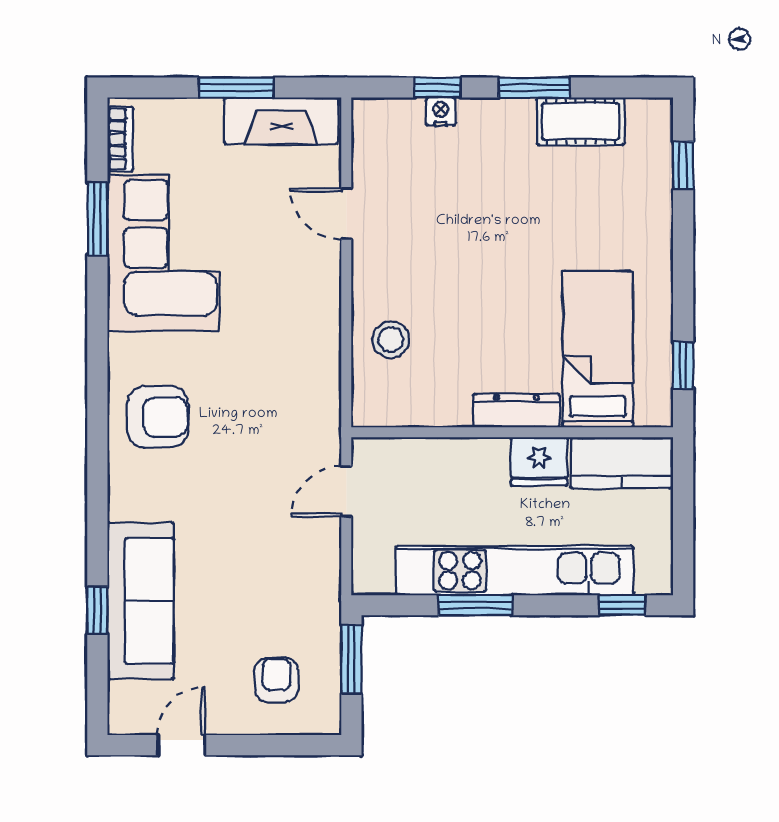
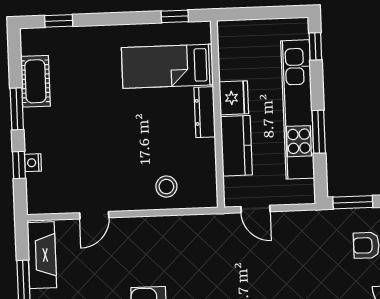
kitchen counter: (622, 463) -> (236, 146), moved

